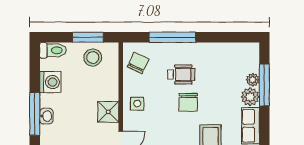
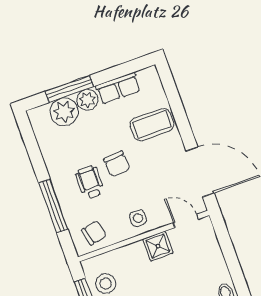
chair: (138, 63) -> (94, 233), turned 143
plant: (253, 80) -> (64, 112), width x1.88, depth x1.88
chair: (188, 102) -> (117, 164), turned 85

